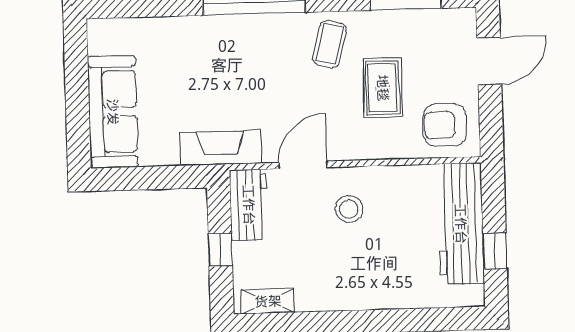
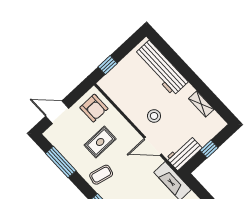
workbench: (461, 224) -> (161, 68), moved, turned 90
window: (495, 251) -> (108, 65), moved
shelving: (268, 301) -> (201, 104), moved

